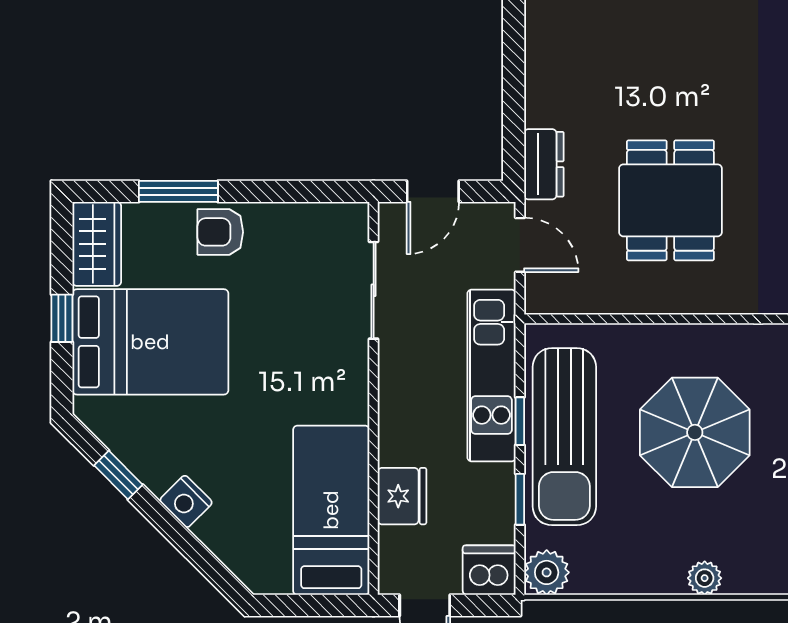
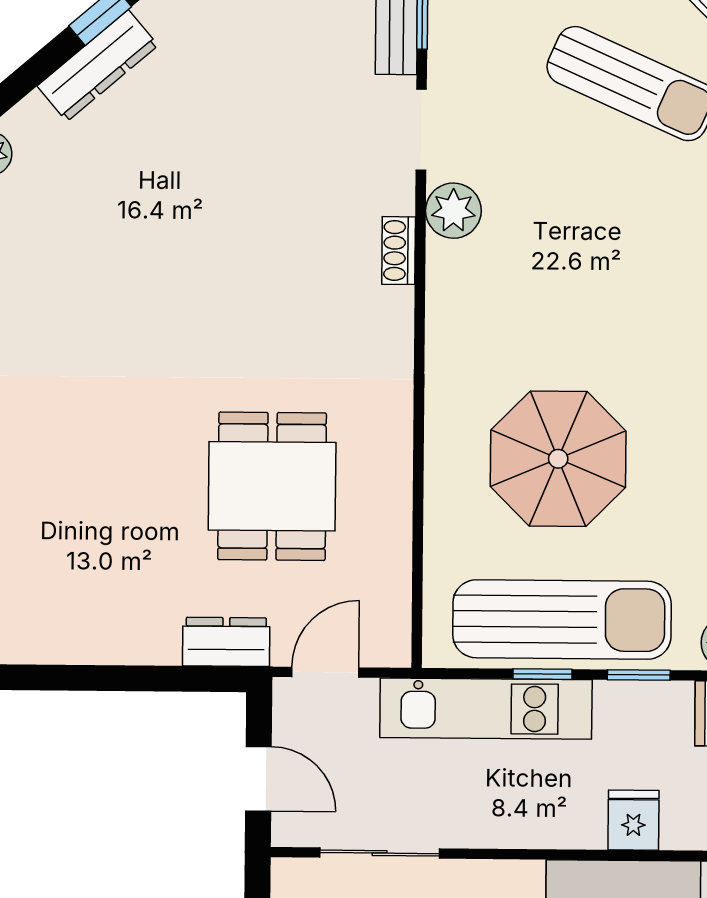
dining table: (670, 200) -> (272, 486), turned 90
fridge: (402, 496) -> (633, 820), width x0.72

